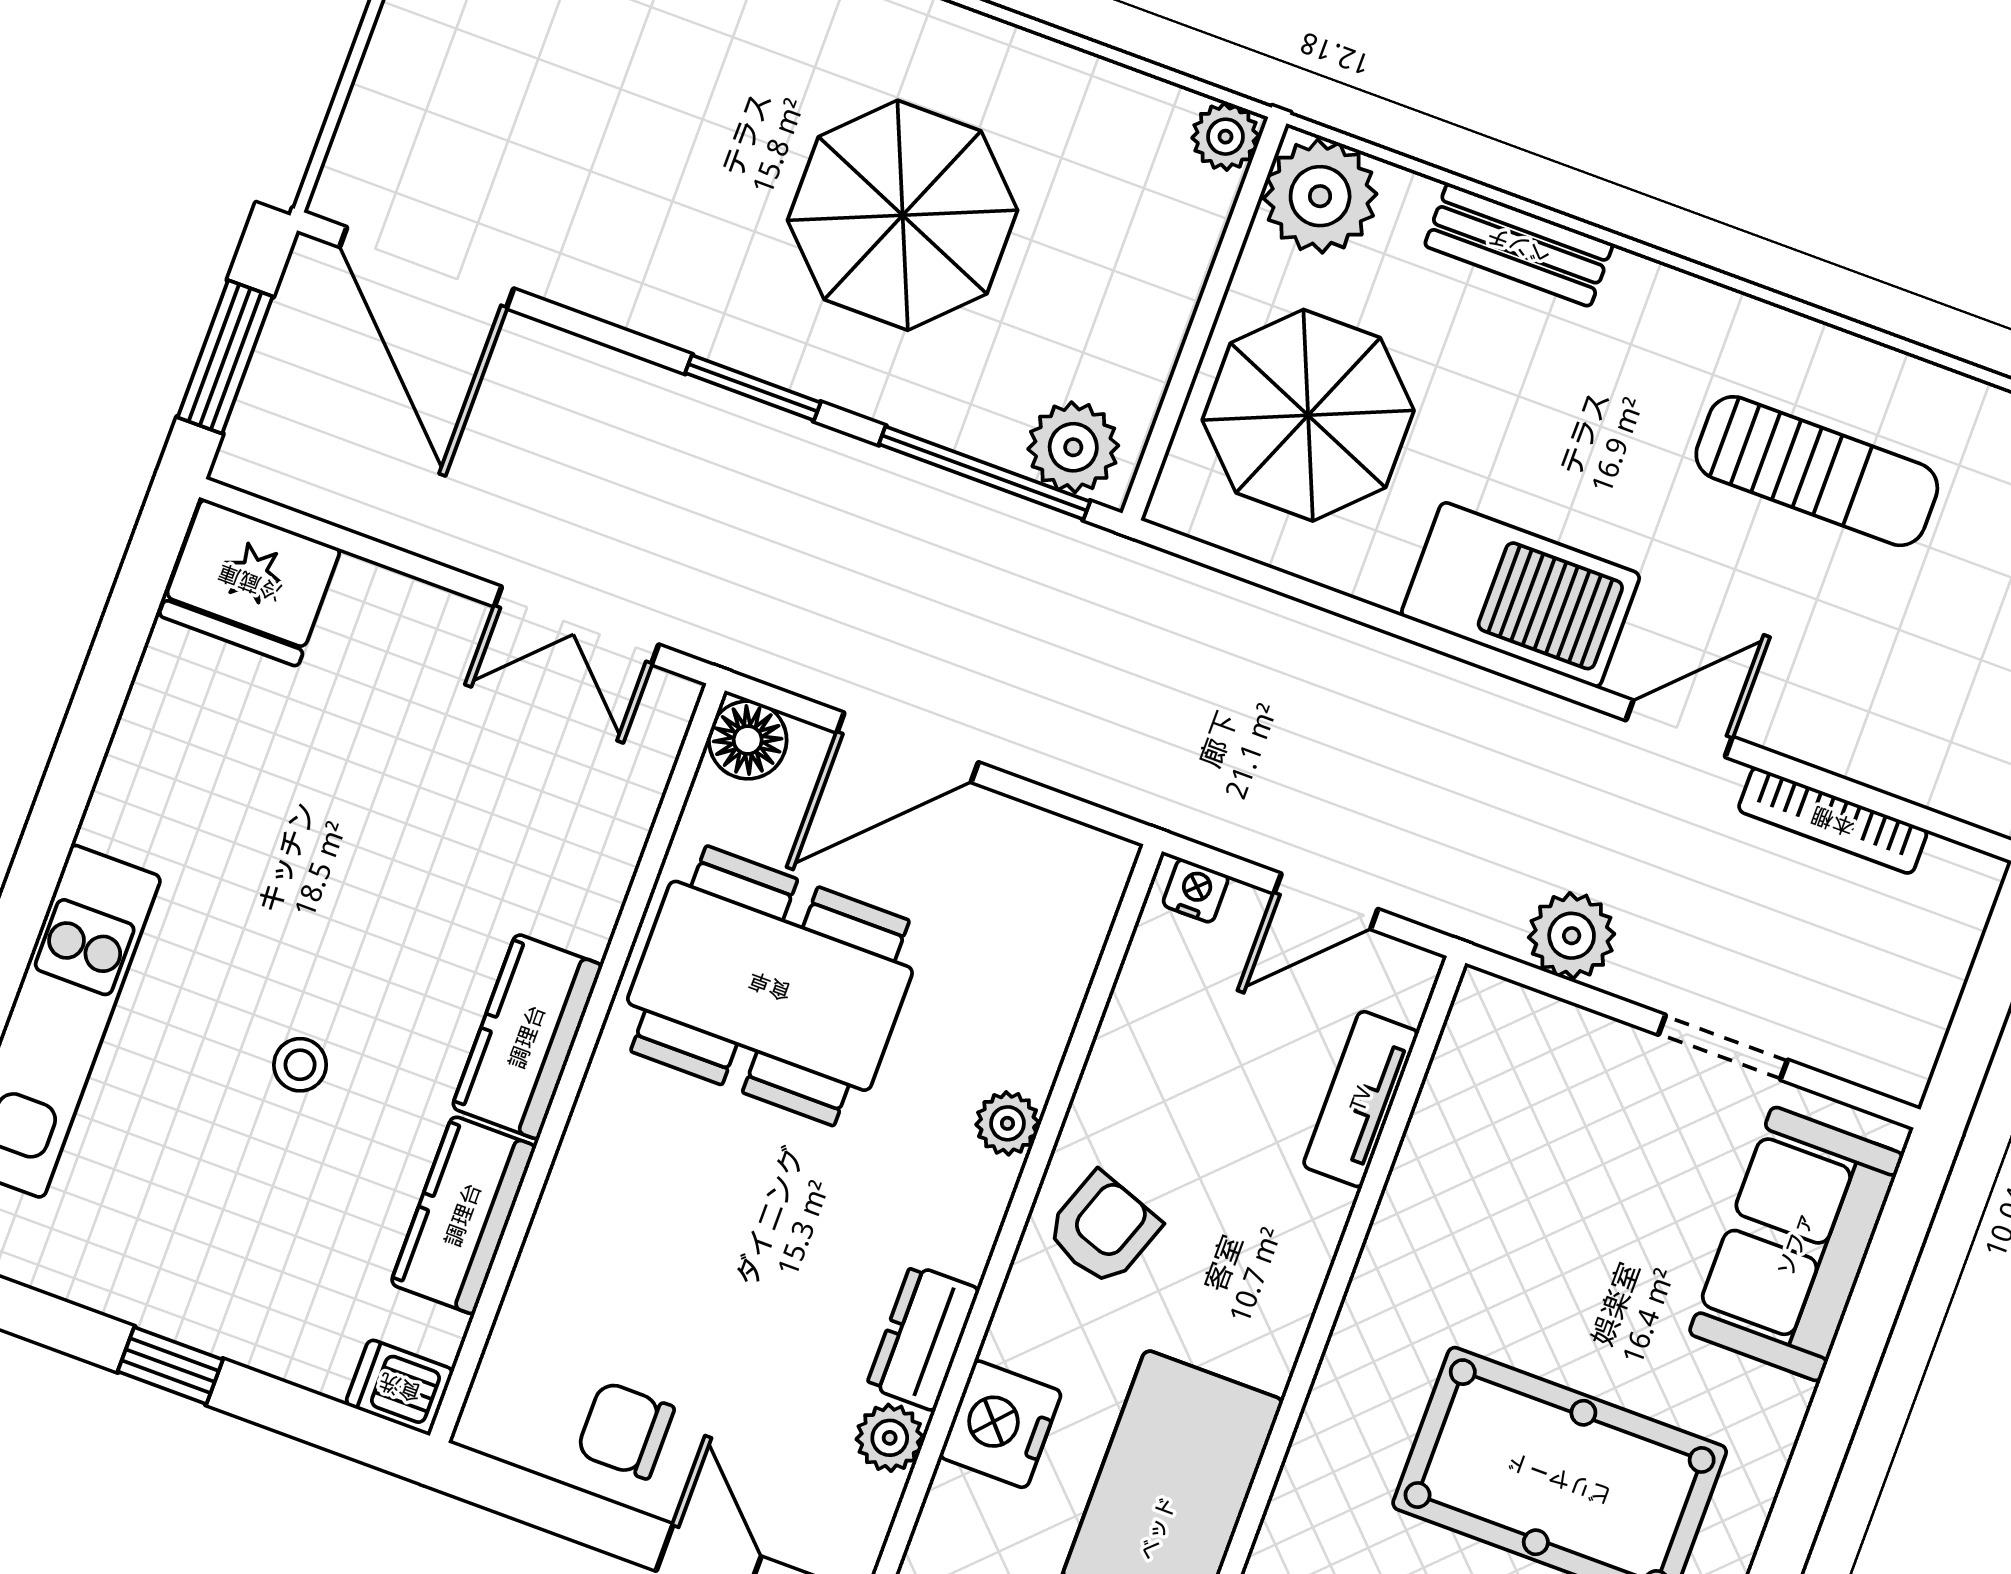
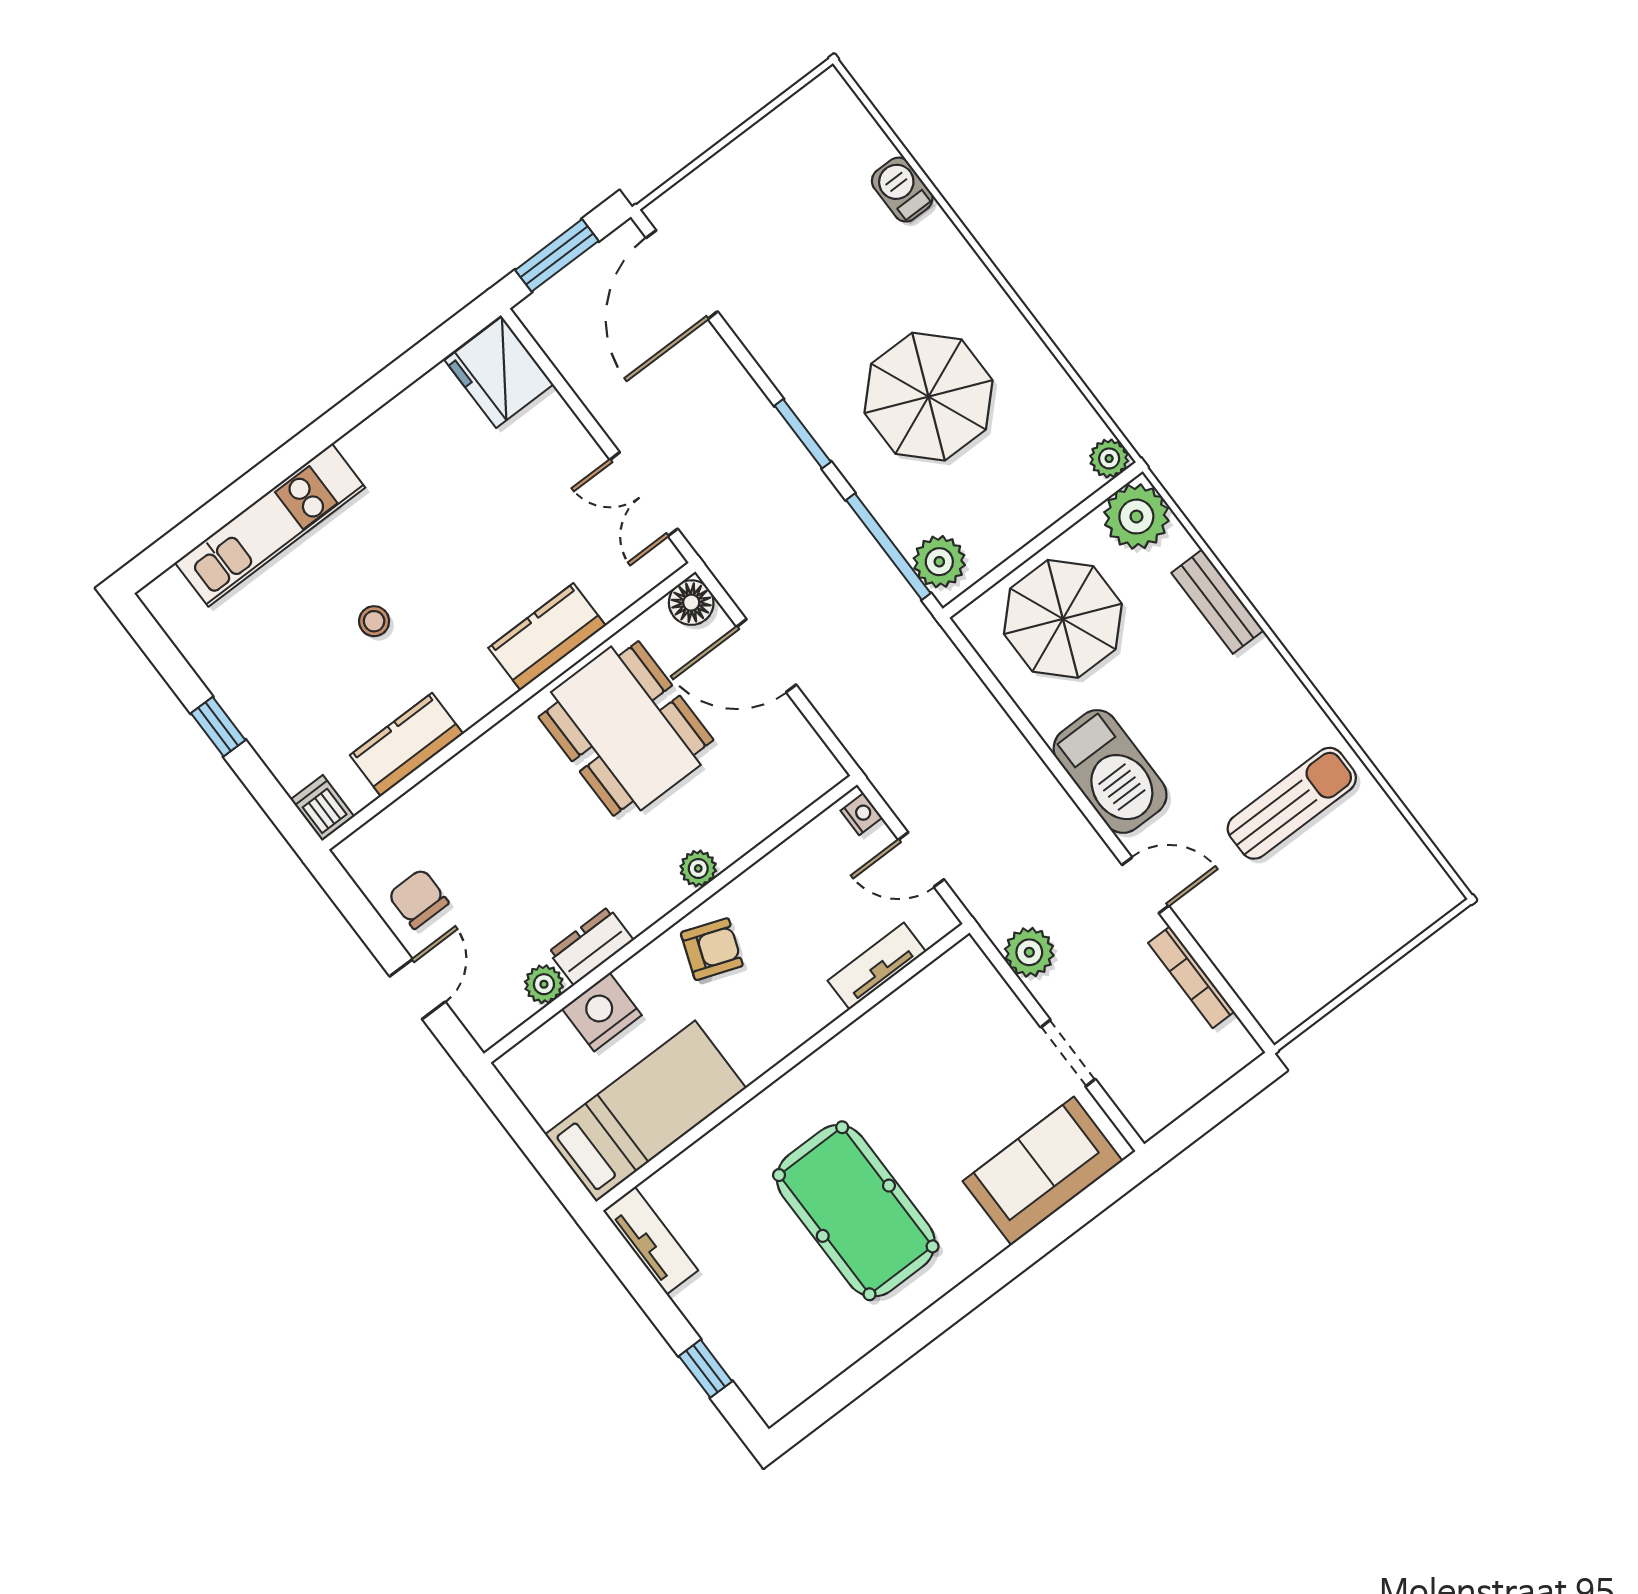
sun lounger: (1817, 471) -> (1292, 803), turned -90
kitchen counter: (527, 1037) -> (547, 637), moved

